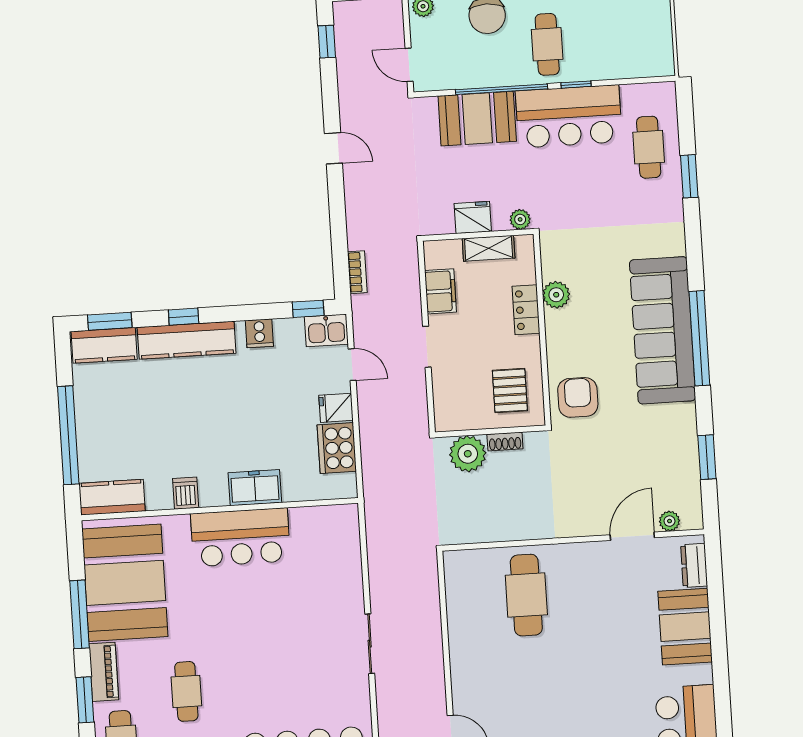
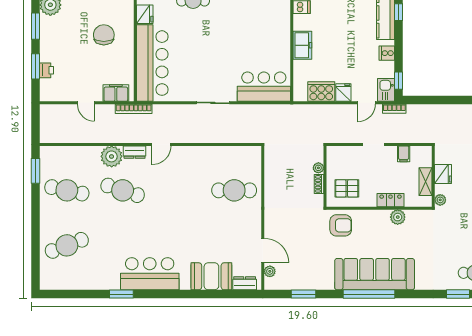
bookcase: (357, 272) -> (394, 109), moved
filing cabinet: (440, 291) -> (404, 154), width x0.50
plant: (468, 454) -> (318, 168), width x0.53, depth x0.53
bar counter: (241, 537) -> (264, 87), moved, turned 90

